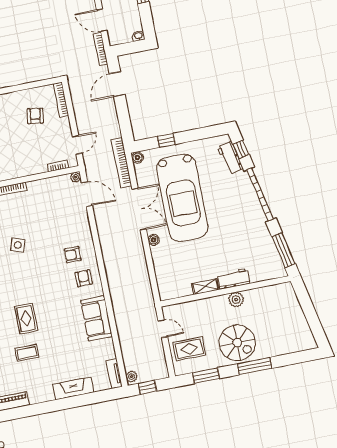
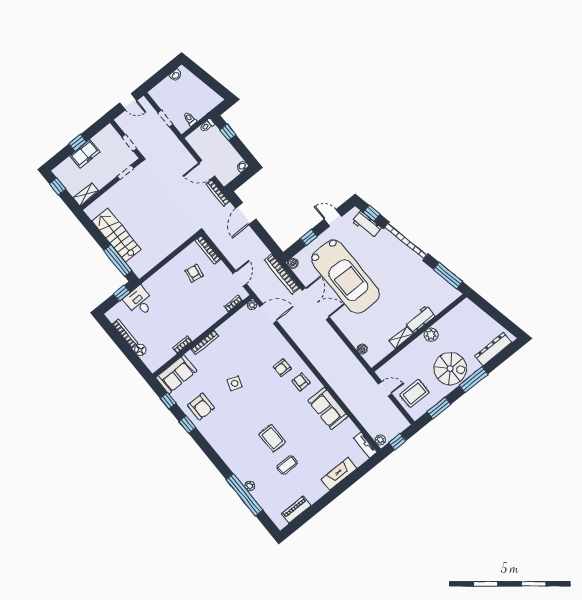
door: (201, 134) -> (333, 218), added
boiler: (154, 240) -> (362, 349), moved
dresser: (290, 346) -> (493, 349), added

